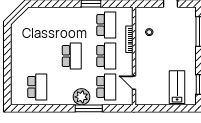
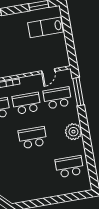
plant: (81, 97) -> (73, 132), moved
window: (89, 108) -> (78, 92), moved

